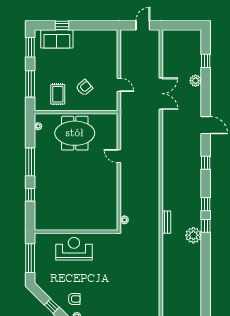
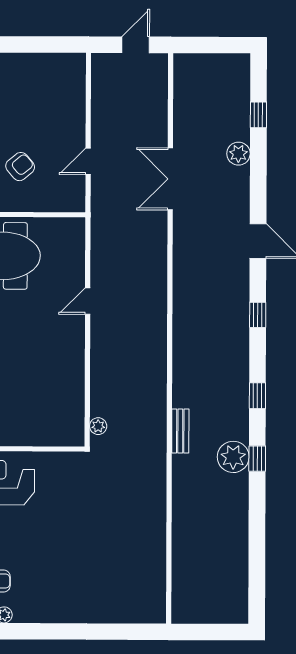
door: (119, 85) -> (88, 161), swing flipped
double door: (161, 94) -> (170, 179), swing flipped
door: (119, 156) -> (88, 301), hinge flipped
window: (206, 226) -> (257, 459), moved

